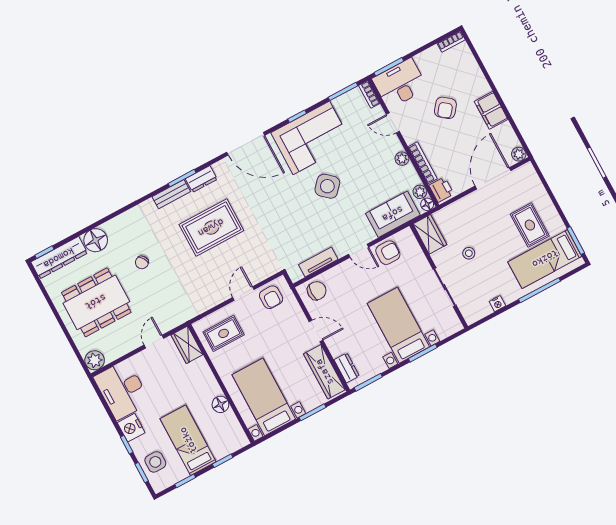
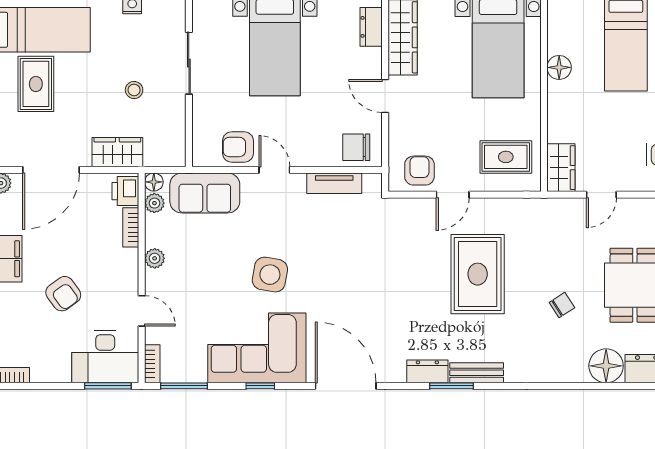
armchair: (445, 108) -> (63, 294), turned 106
bookcase: (423, 163) -> (131, 227), width x0.64
side table: (327, 186) -> (270, 275), turned -32
rug: (211, 228) -> (478, 274), moved, turned 90
wardrobe: (430, 234) -> (117, 152), moved, turned 90

